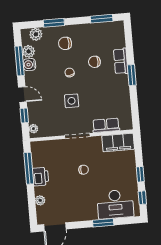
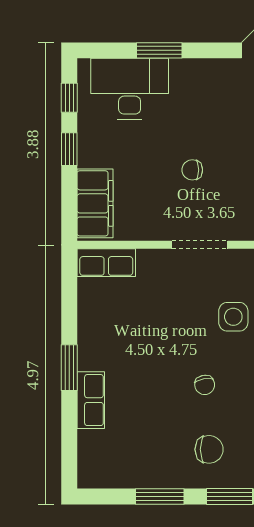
window: (102, 19) -> (160, 496), moved
chair: (94, 62) -> (148, 404), removed
side table: (72, 101) -> (233, 317), moved
row of seats: (106, 125) -> (106, 263), moved
filing cabinet: (118, 142) -> (95, 203), moved, turned 90

